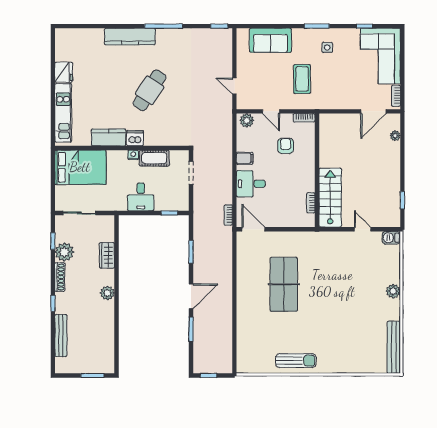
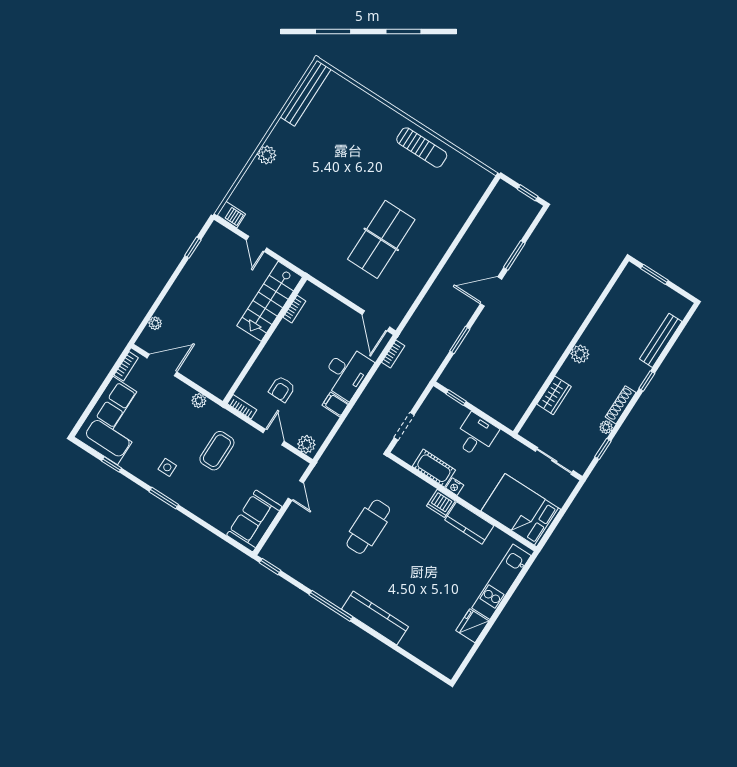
sofa: (270, 40) -> (254, 521), moved, turned -90
cafe table: (150, 90) -> (368, 527), moved, turned -33
plant: (335, 104) -> (199, 401), added
desk: (251, 184) -> (347, 372), width x1.37
plant: (64, 252) -> (606, 427), width x0.53, depth x0.53
sun lounger: (296, 361) -> (422, 148), turned 180

